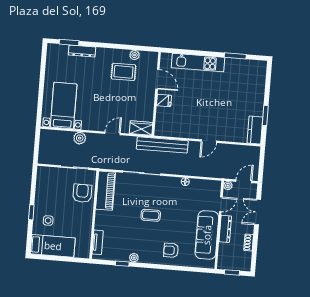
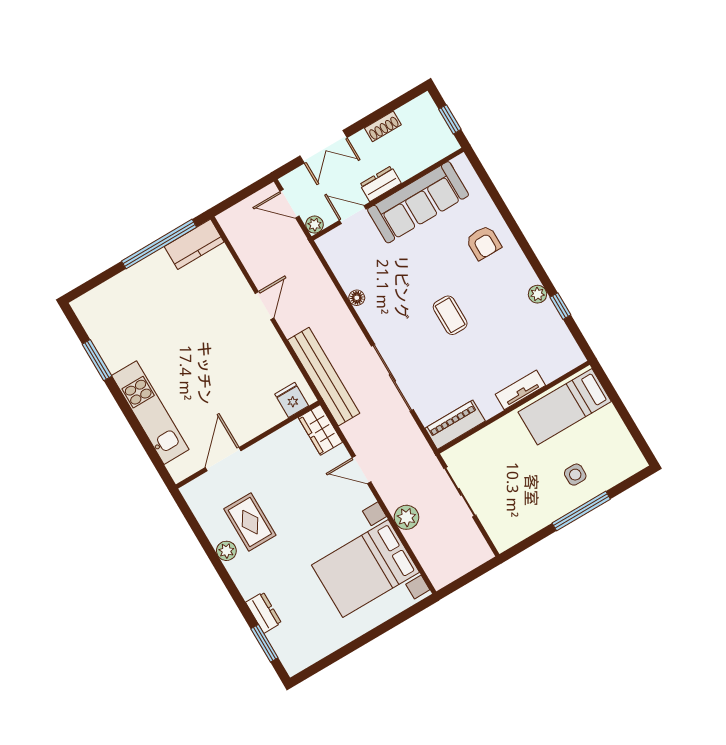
dresser: (82, 51) -> (264, 613), width x0.70
plant: (135, 55) -> (226, 551), moved
fridge: (164, 100) -> (292, 400), moved
bed with nightstands: (64, 106) -> (365, 569), width x1.36
window: (265, 115) -> (159, 244), width x2.11
door: (209, 141) -> (265, 306), hinge flipped
piano: (106, 191) -> (455, 425), width x0.73, depth x0.75
armchair: (82, 193) -> (492, 451), removed
window: (31, 212) -> (581, 511), width x2.17
dresser: (225, 229) -> (380, 184), width x0.70
tv unit: (98, 242) -> (520, 390), moved
bed: (53, 246) -> (565, 407), moved, turned -90

